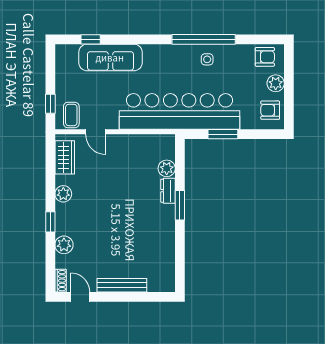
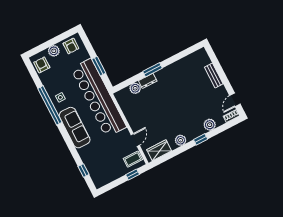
sofa: (110, 57) -> (75, 128), moved
bench: (122, 285) -> (214, 76), width x0.73

